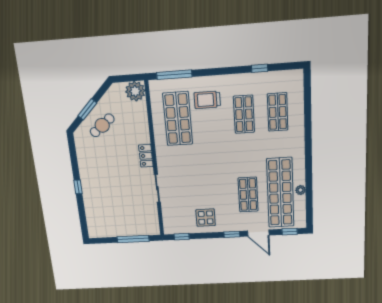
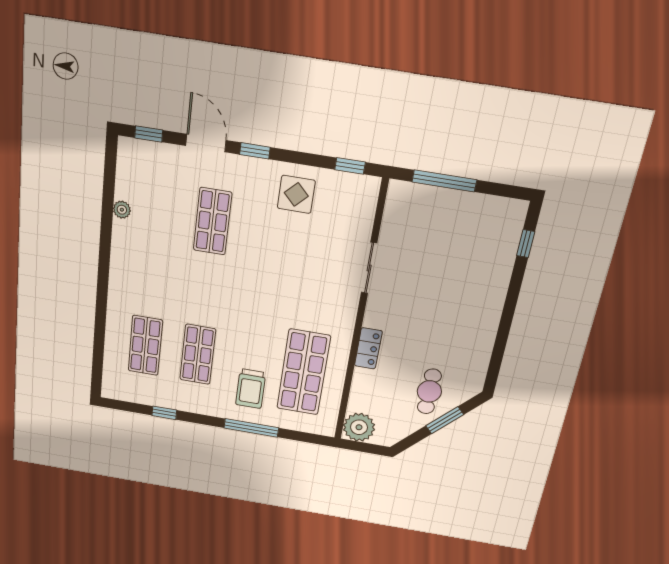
window: (174, 75) -> (251, 428), moved
trolley: (207, 100) -> (251, 389), turned 90
cafe table: (102, 125) -> (429, 391), turned -52
locker: (146, 156) -> (368, 348), moved
window: (78, 187) -> (526, 244), moved
shop shelf: (280, 193) -> (157, 212), removed

